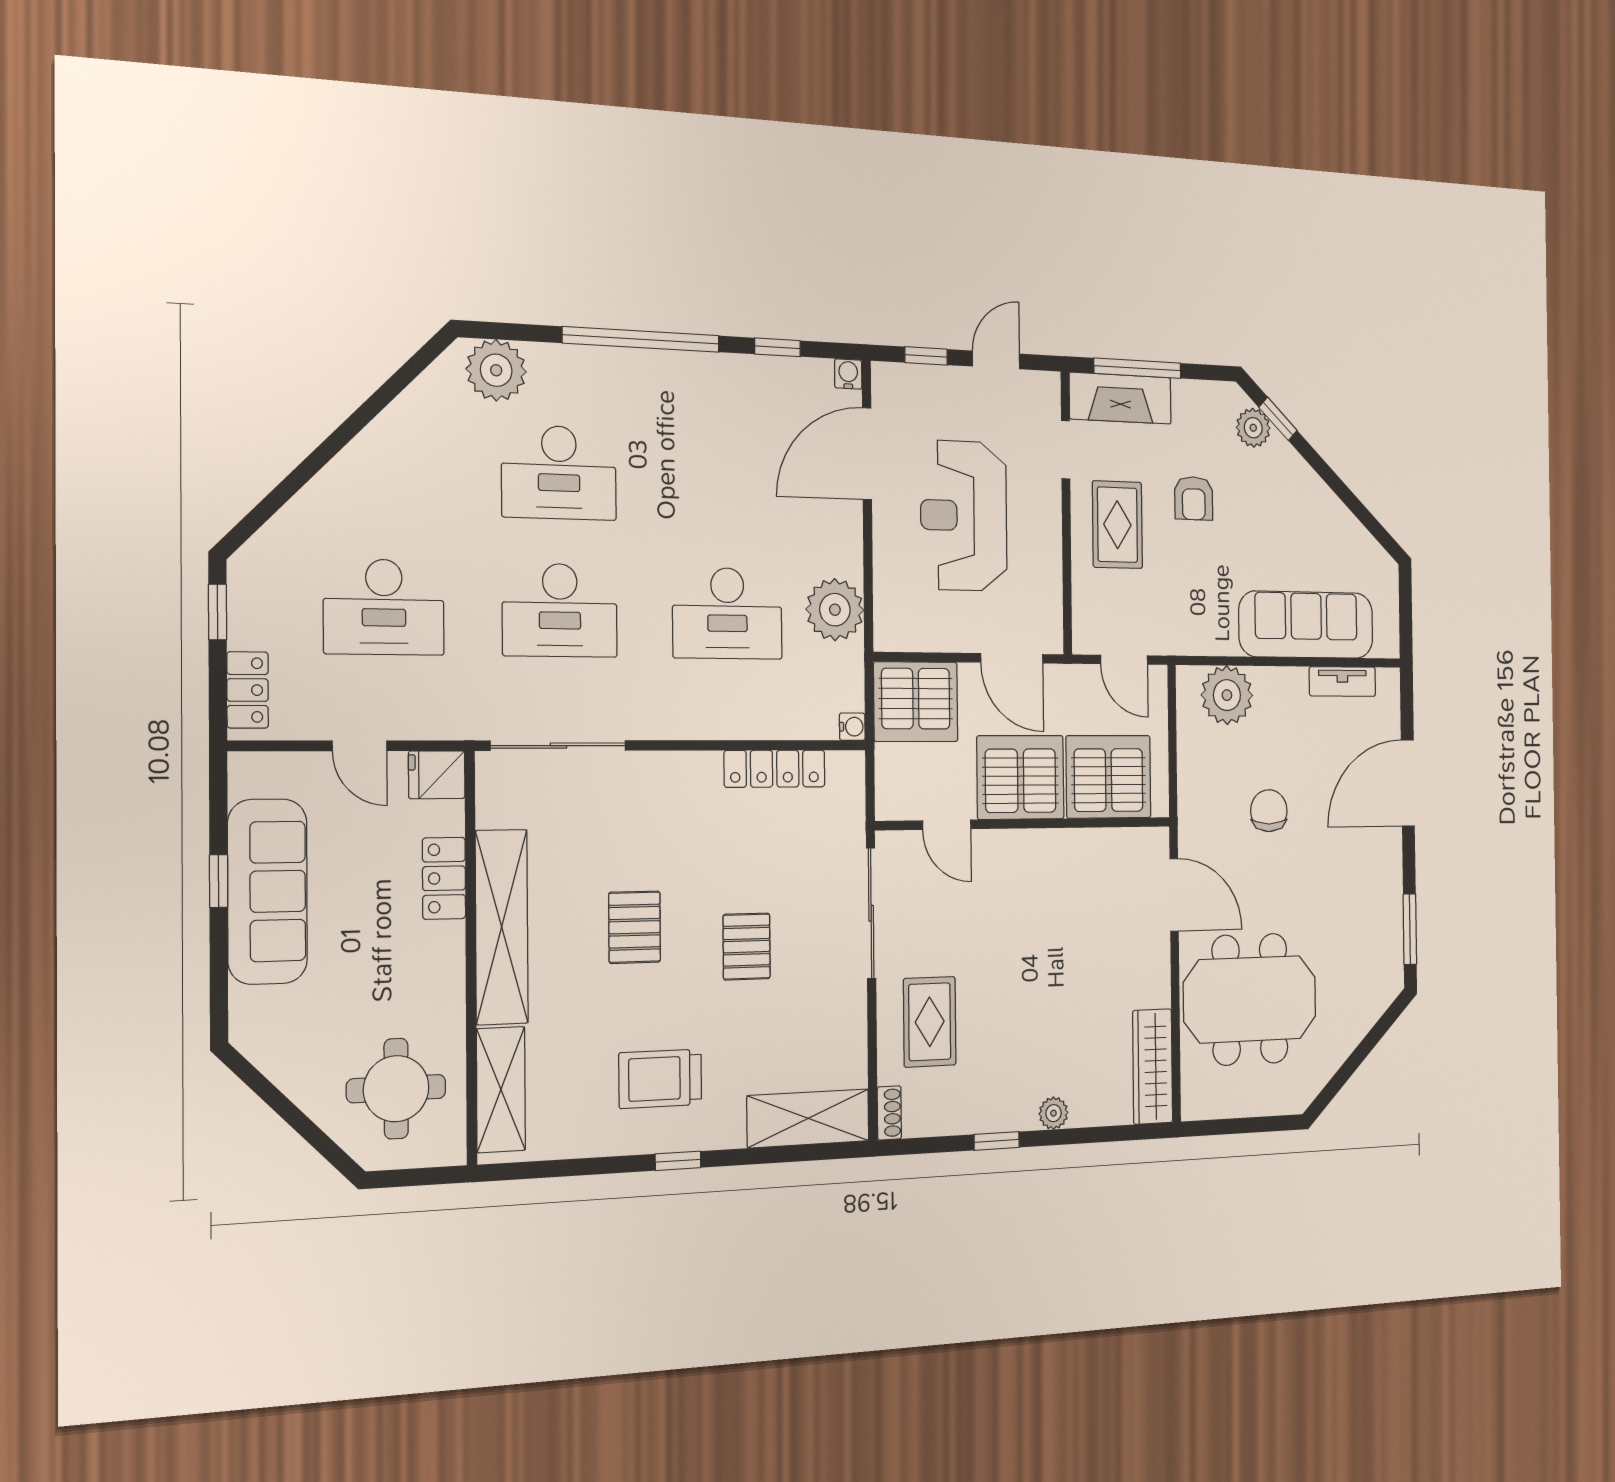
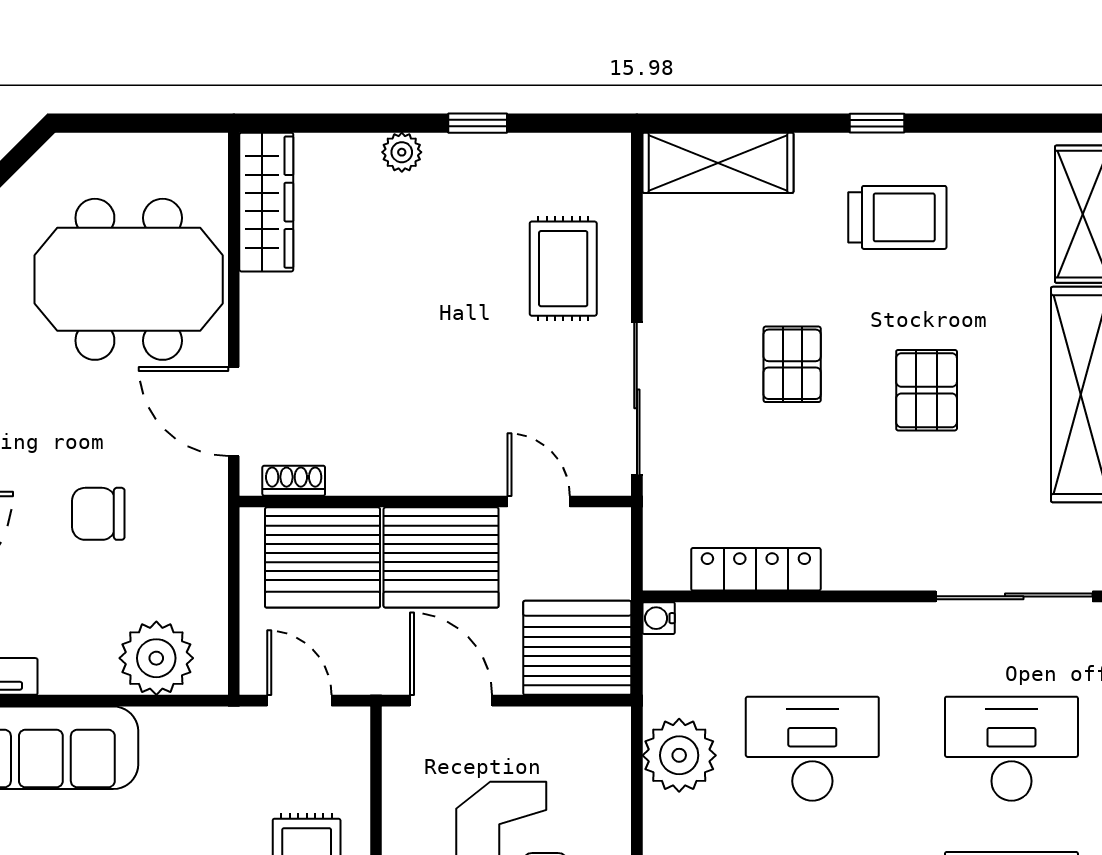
chair: (1269, 811) -> (98, 514), turned 90
shoe rack: (889, 1113) -> (294, 481), moved, turned 90

